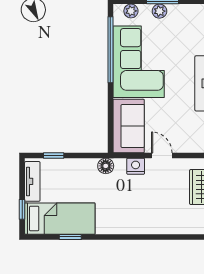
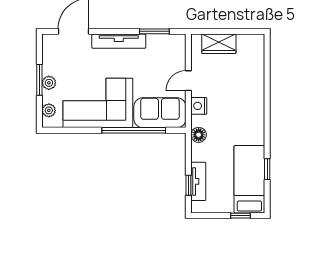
window: (110, 50) -> (134, 130), moved
tv unit: (32, 181) -> (198, 181), moved, turned 90

